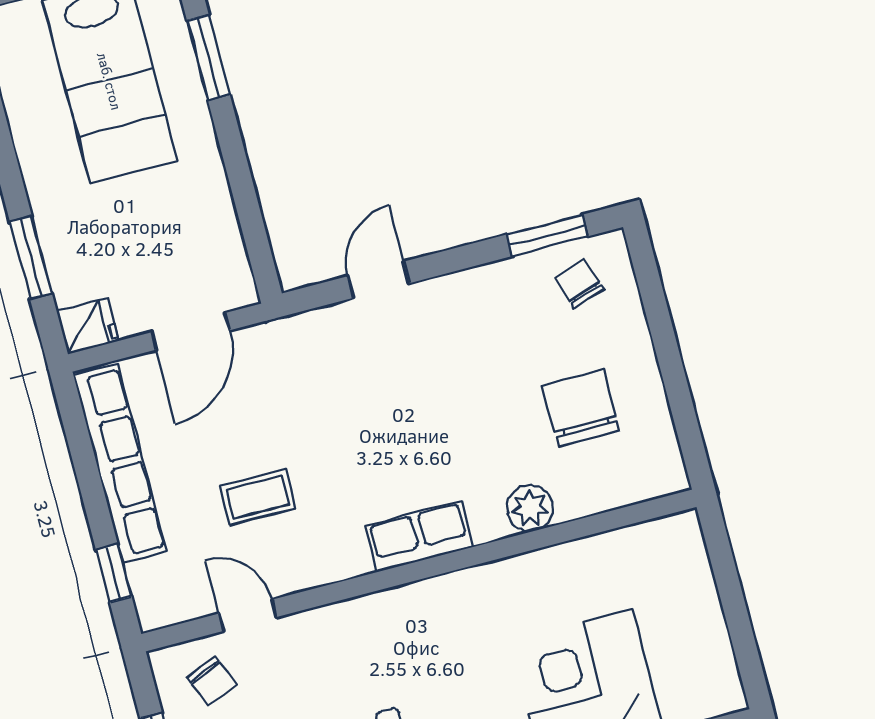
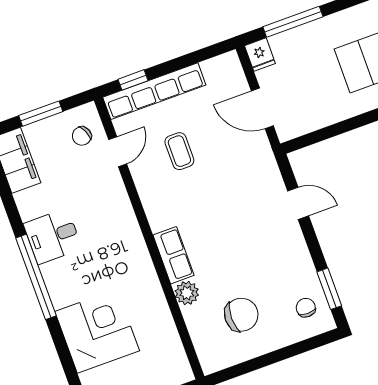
window: (31, 257) -> (293, 22), width x1.44
chair: (579, 284) -> (306, 308), turned -72
row of seats: (120, 463) -> (154, 91), moved
row of seats: (419, 536) -> (174, 255), moved

